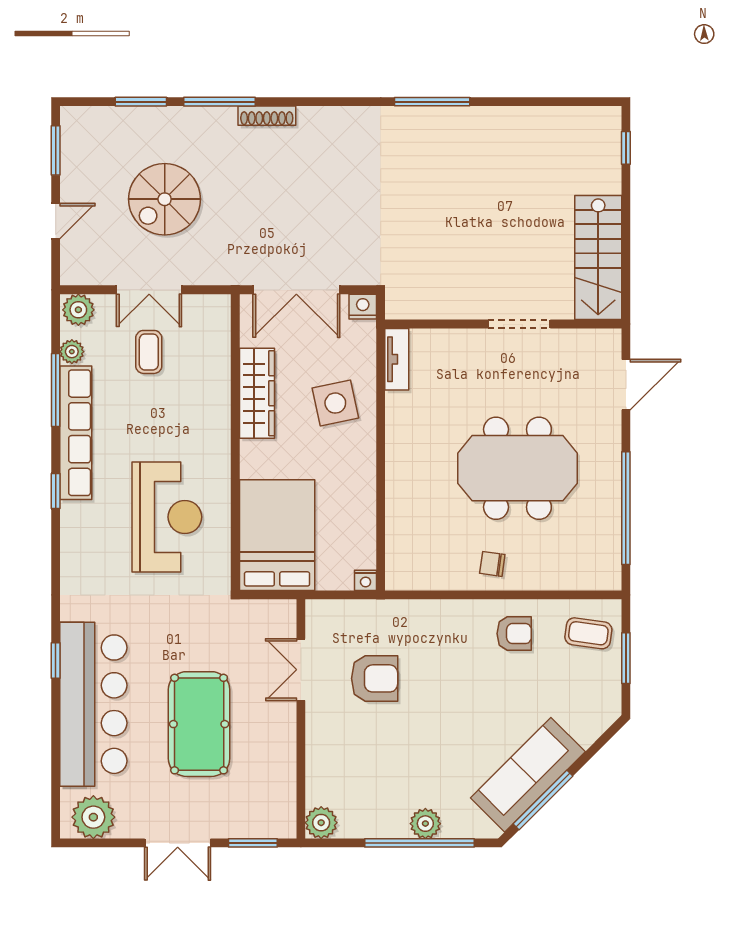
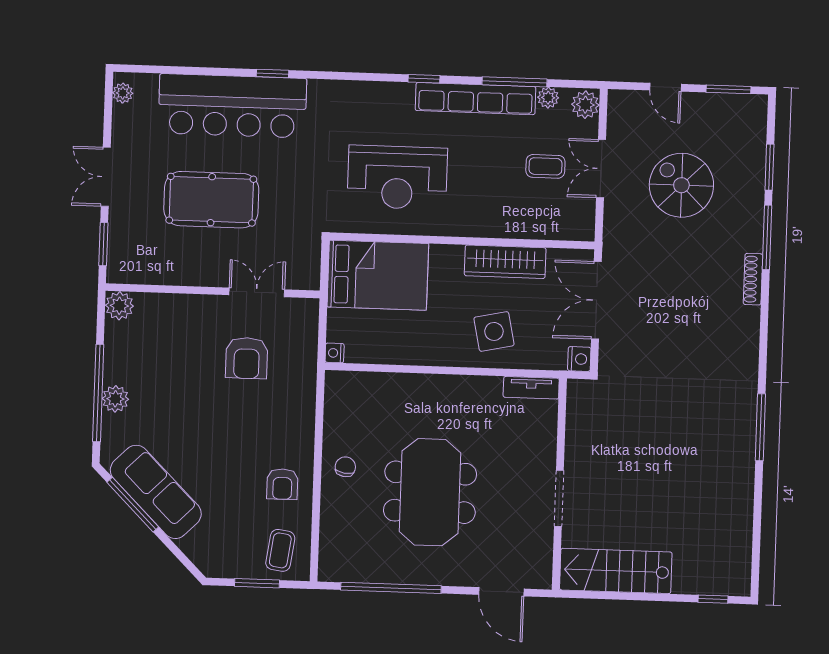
plant: (93, 817) -> (123, 93), width x0.53, depth x0.53

